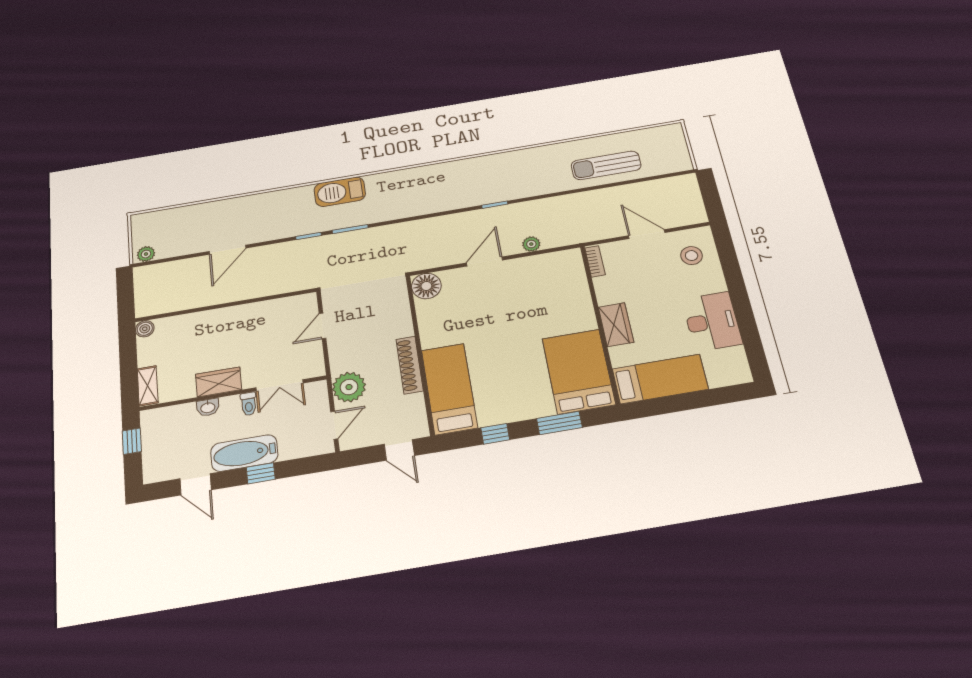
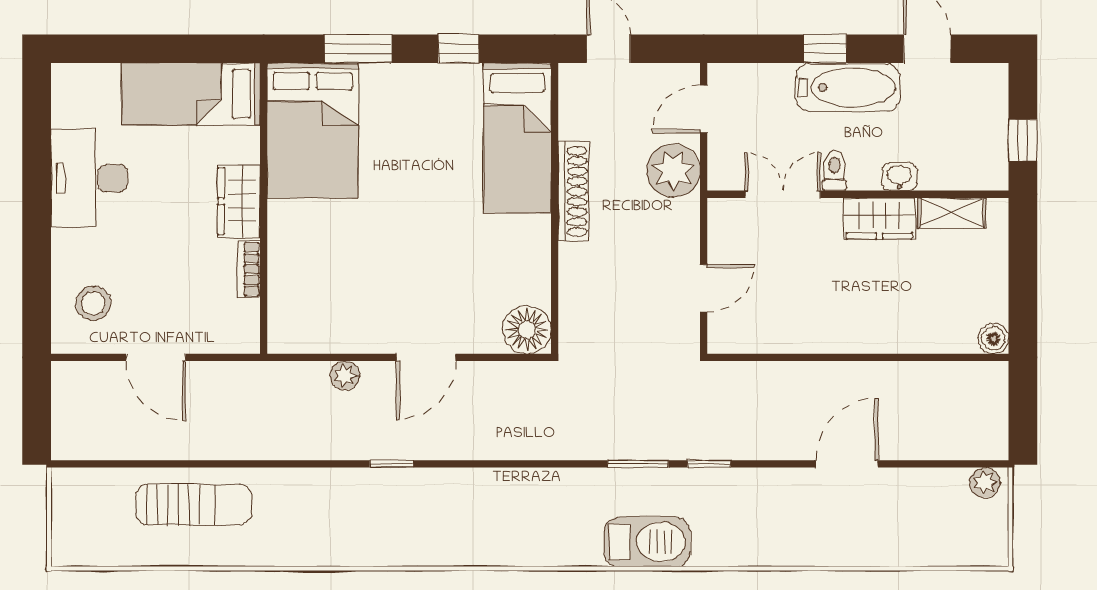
bookcase: (595, 261) -> (249, 269), moved
shelving: (148, 386) -> (952, 213), moved, turned 90

